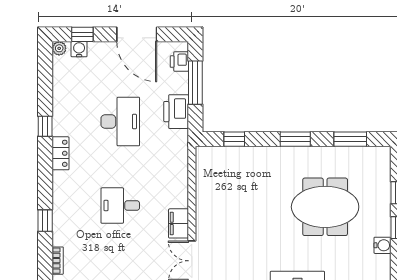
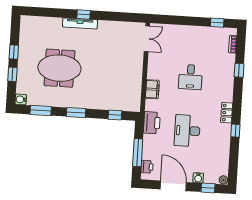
water cooler: (79, 49) -> (198, 178), moved
printer: (176, 112) -> (152, 123), moved
desk: (120, 206) -> (190, 77), turned 90
filing cabinet: (179, 223) -> (152, 89), moved
water cooler: (382, 245) -> (21, 99), moved

